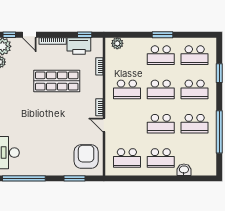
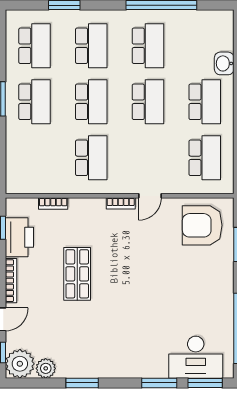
plant: (117, 43) -> (15, 174), removed
shop shelf: (57, 81) -> (77, 274), width x0.70, depth x0.74

